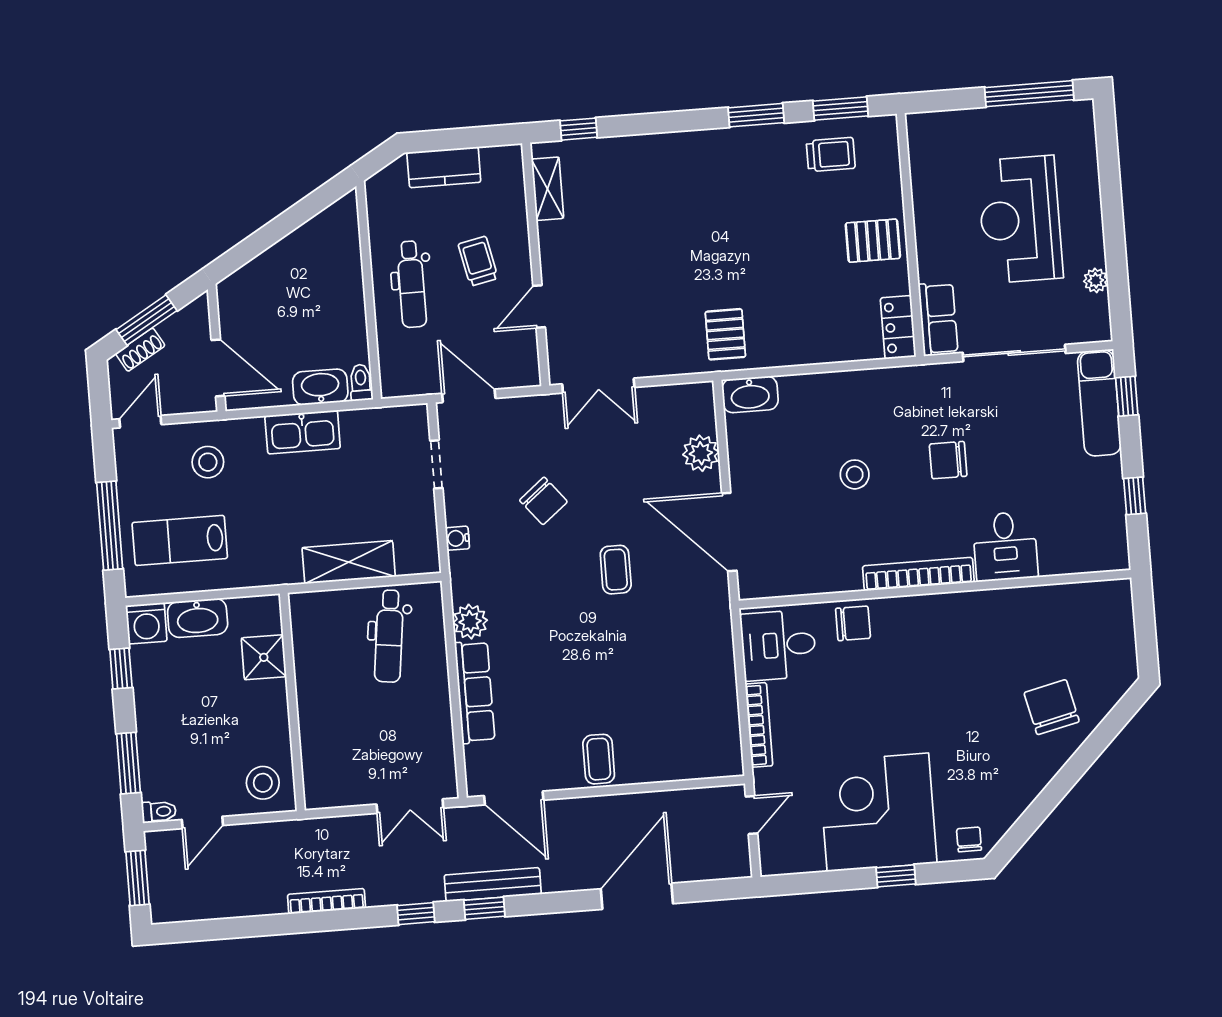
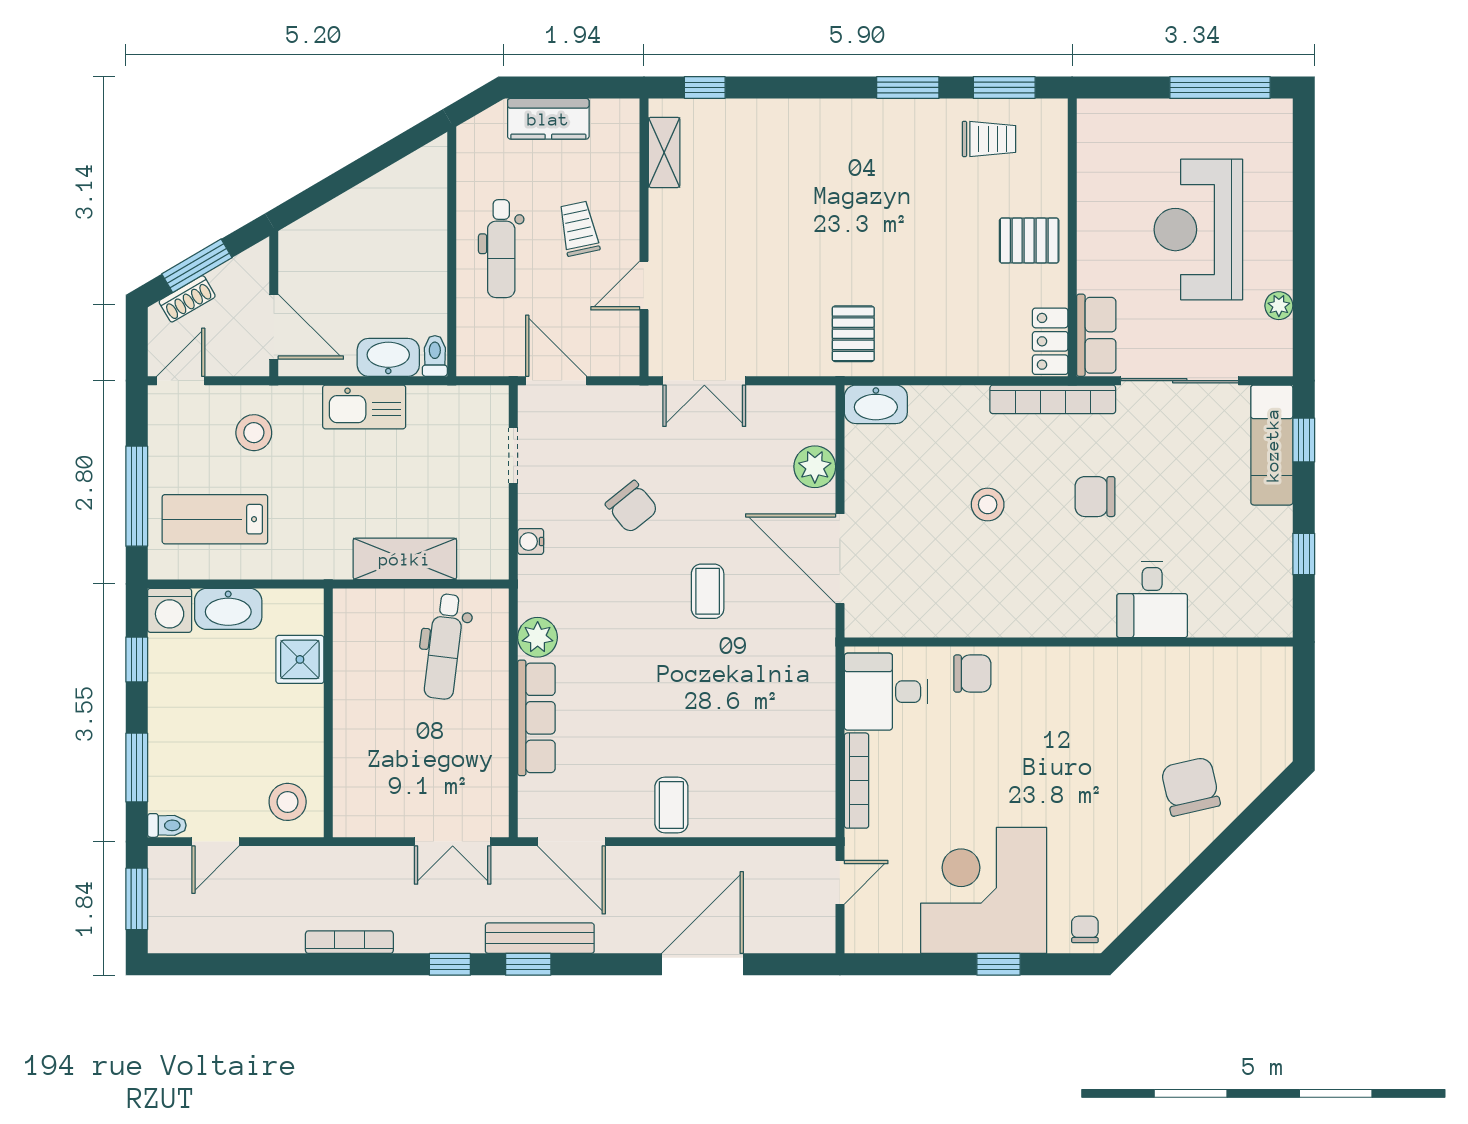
bookcase: (918, 574) -> (1053, 399), moved, turned 180

